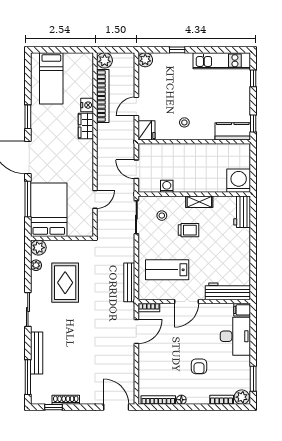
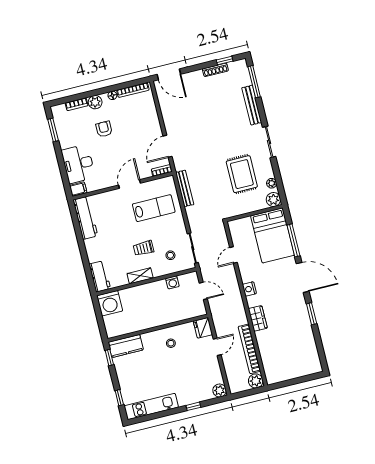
bed: (51, 78) -> (299, 353), removed
nightstand: (87, 105) -> (249, 289), moved
workbench: (228, 291) -> (85, 218), moved, turned -90
plant: (242, 397) -> (95, 102), moved

